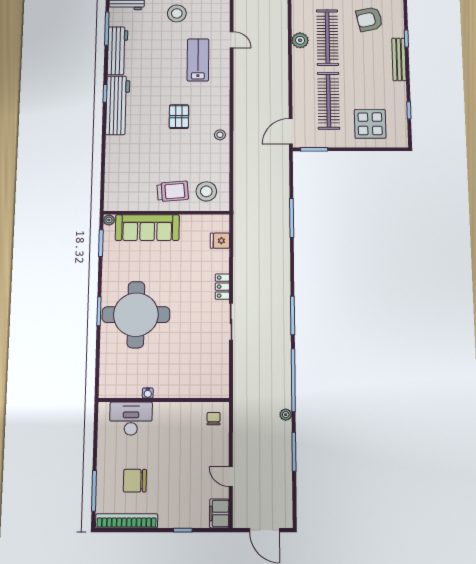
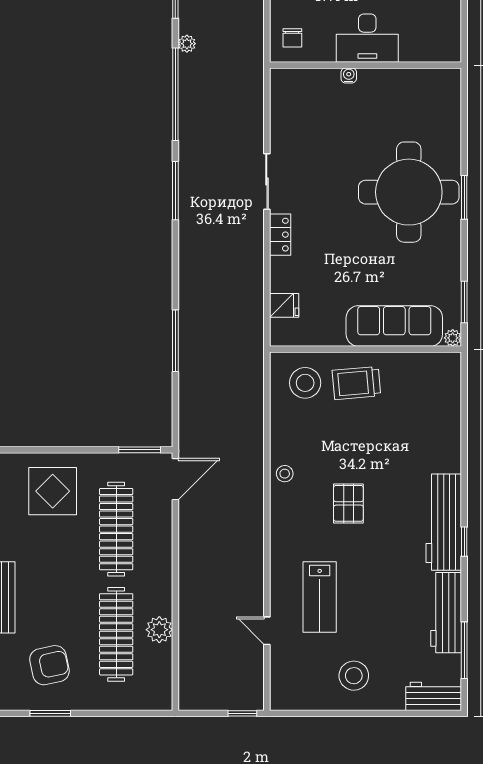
water cooler: (148, 393) -> (349, 75), moved
desk: (131, 419) -> (367, 38), moved

